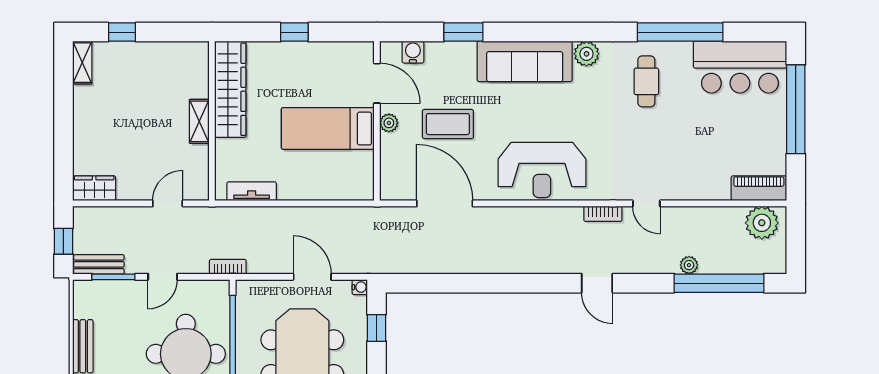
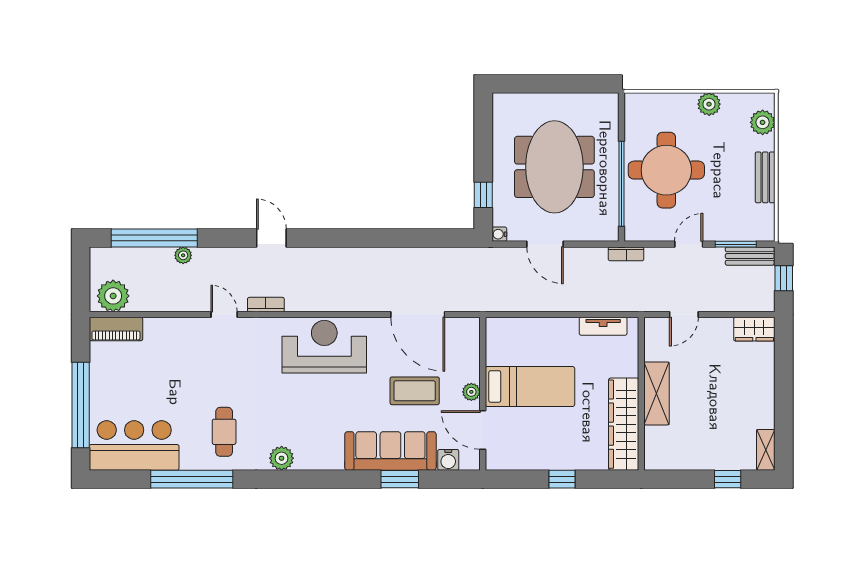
sofa: (525, 61) -> (390, 451), moved
shelving: (199, 121) -> (657, 393), width x1.50, depth x1.33

